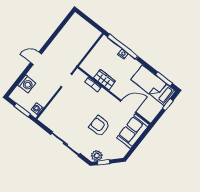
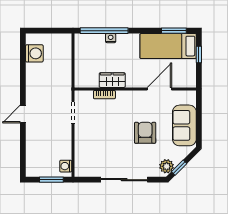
washing machine: (27, 84) -> (34, 53), moved
armchair: (100, 126) -> (145, 133), turned 90
sofa: (133, 131) -> (184, 125), moved

